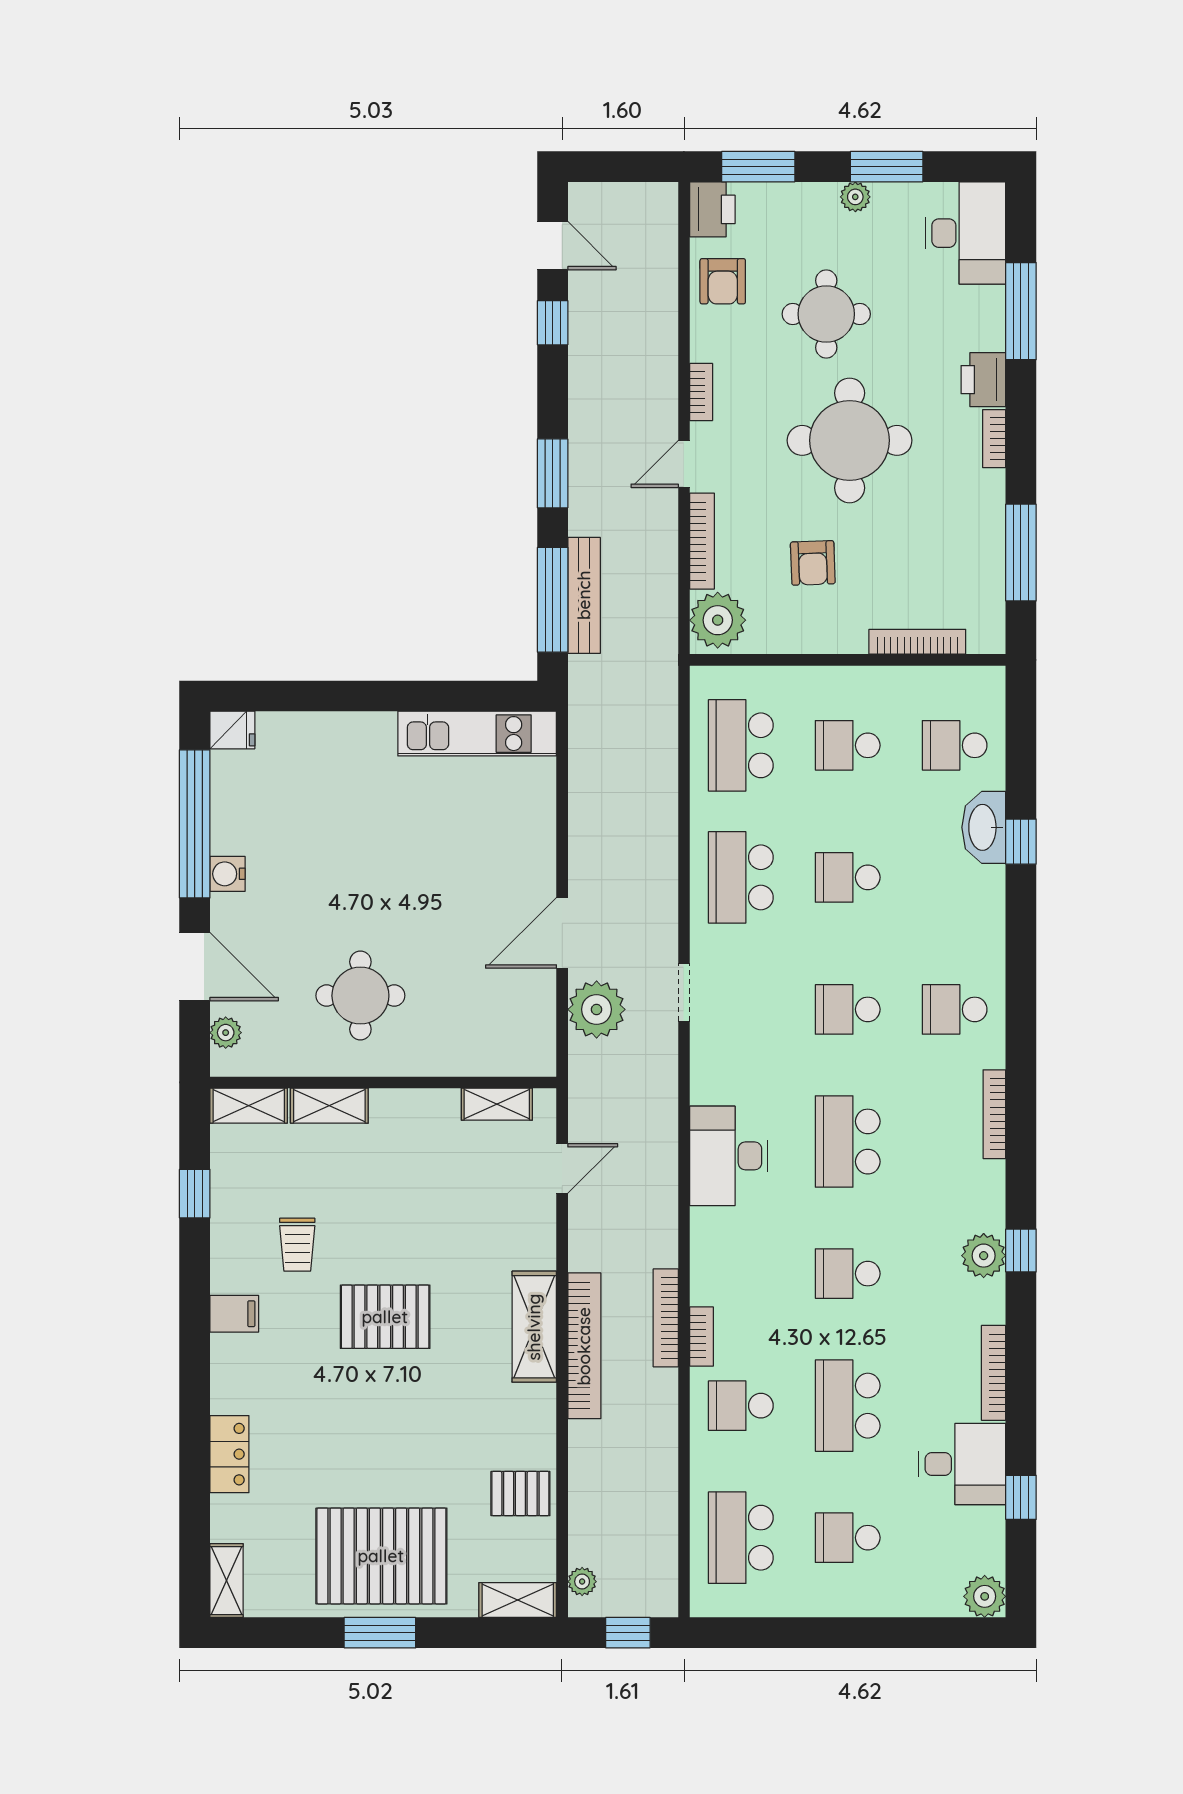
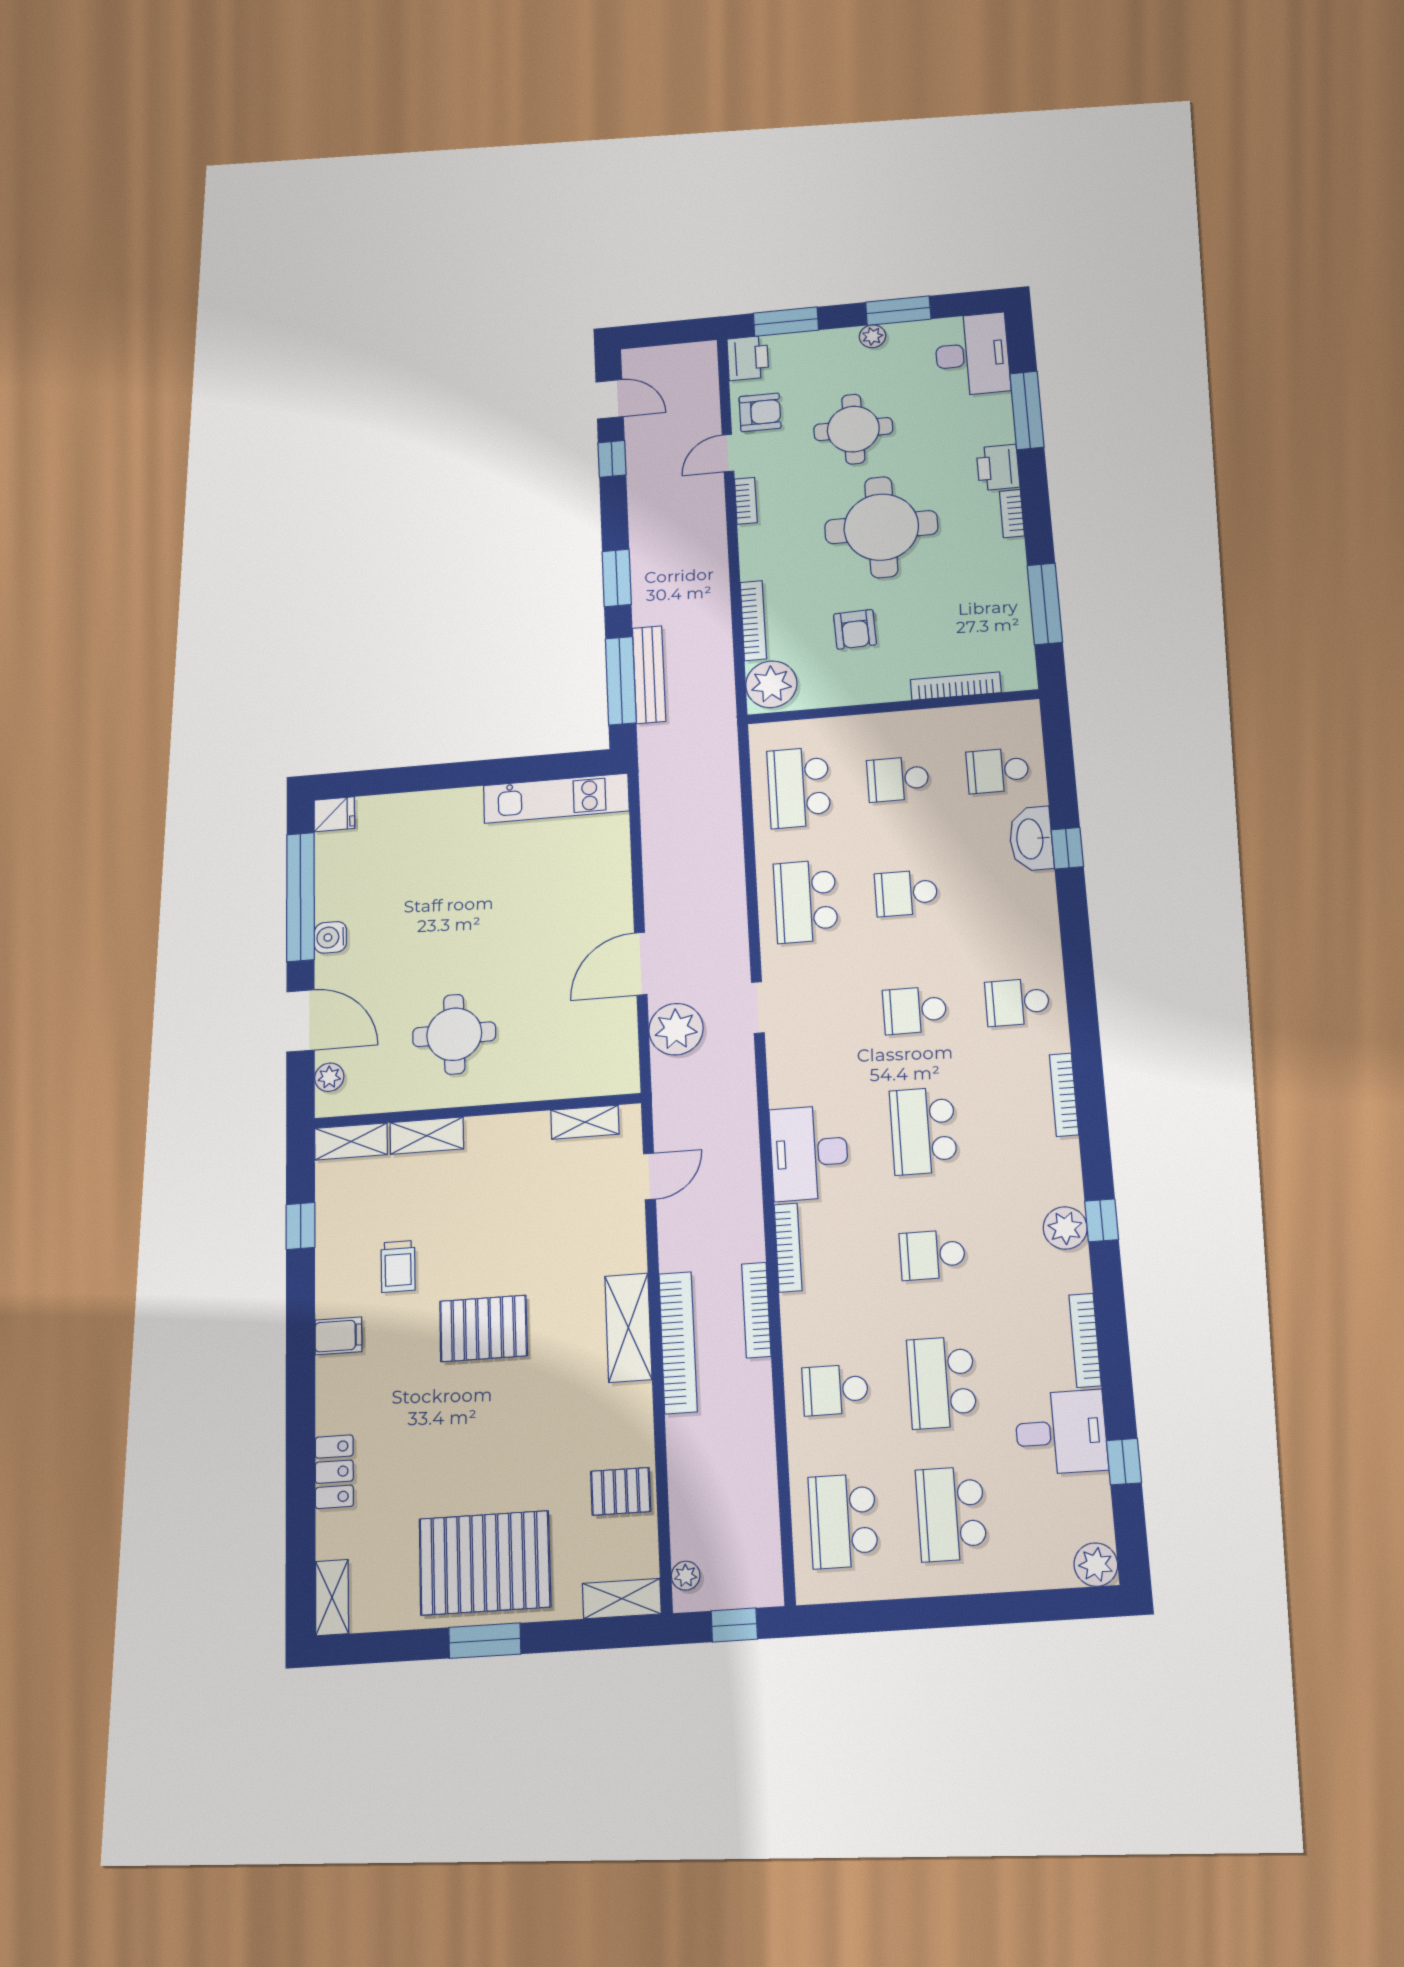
armchair: (723, 281) -> (760, 412), turned -90
door: (684, 464) -> (728, 453), moved
bookcase: (702, 1337) -> (788, 1248), moved, width x1.56
school desk: (848, 1538) -> (951, 1514), width x1.85

